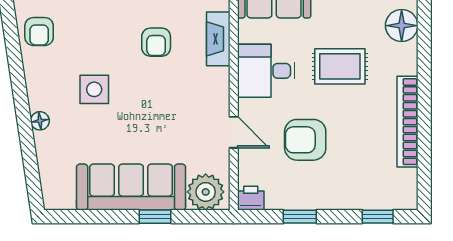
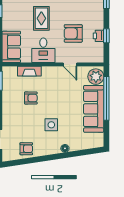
door: (234, 132) -> (70, 64), swing flipped
armchair: (305, 140) -> (73, 33), turned 90
printer: (251, 198) -> (98, 36), moved
window: (155, 217) -> (106, 98), width x3.17

